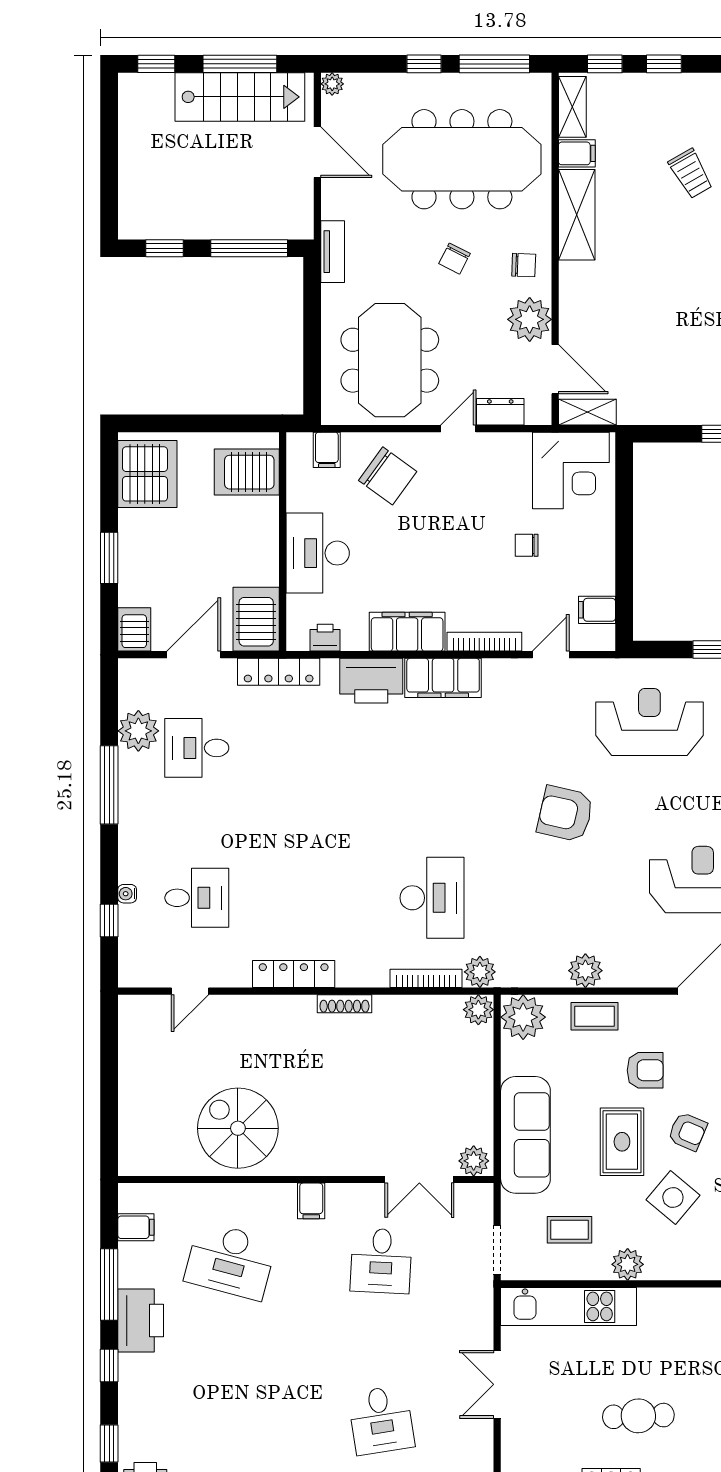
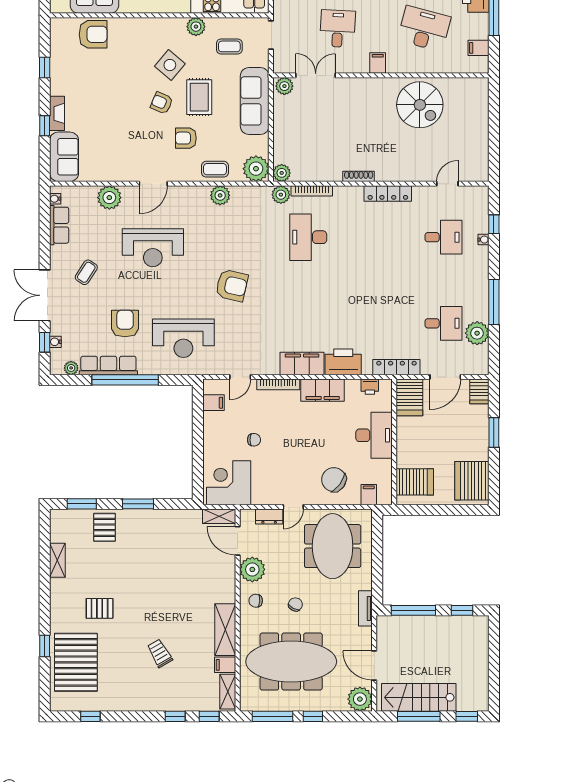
plant: (332, 84) -> (360, 699), width x1.87, depth x1.87
desk: (197, 898) -> (443, 237), turned 180

